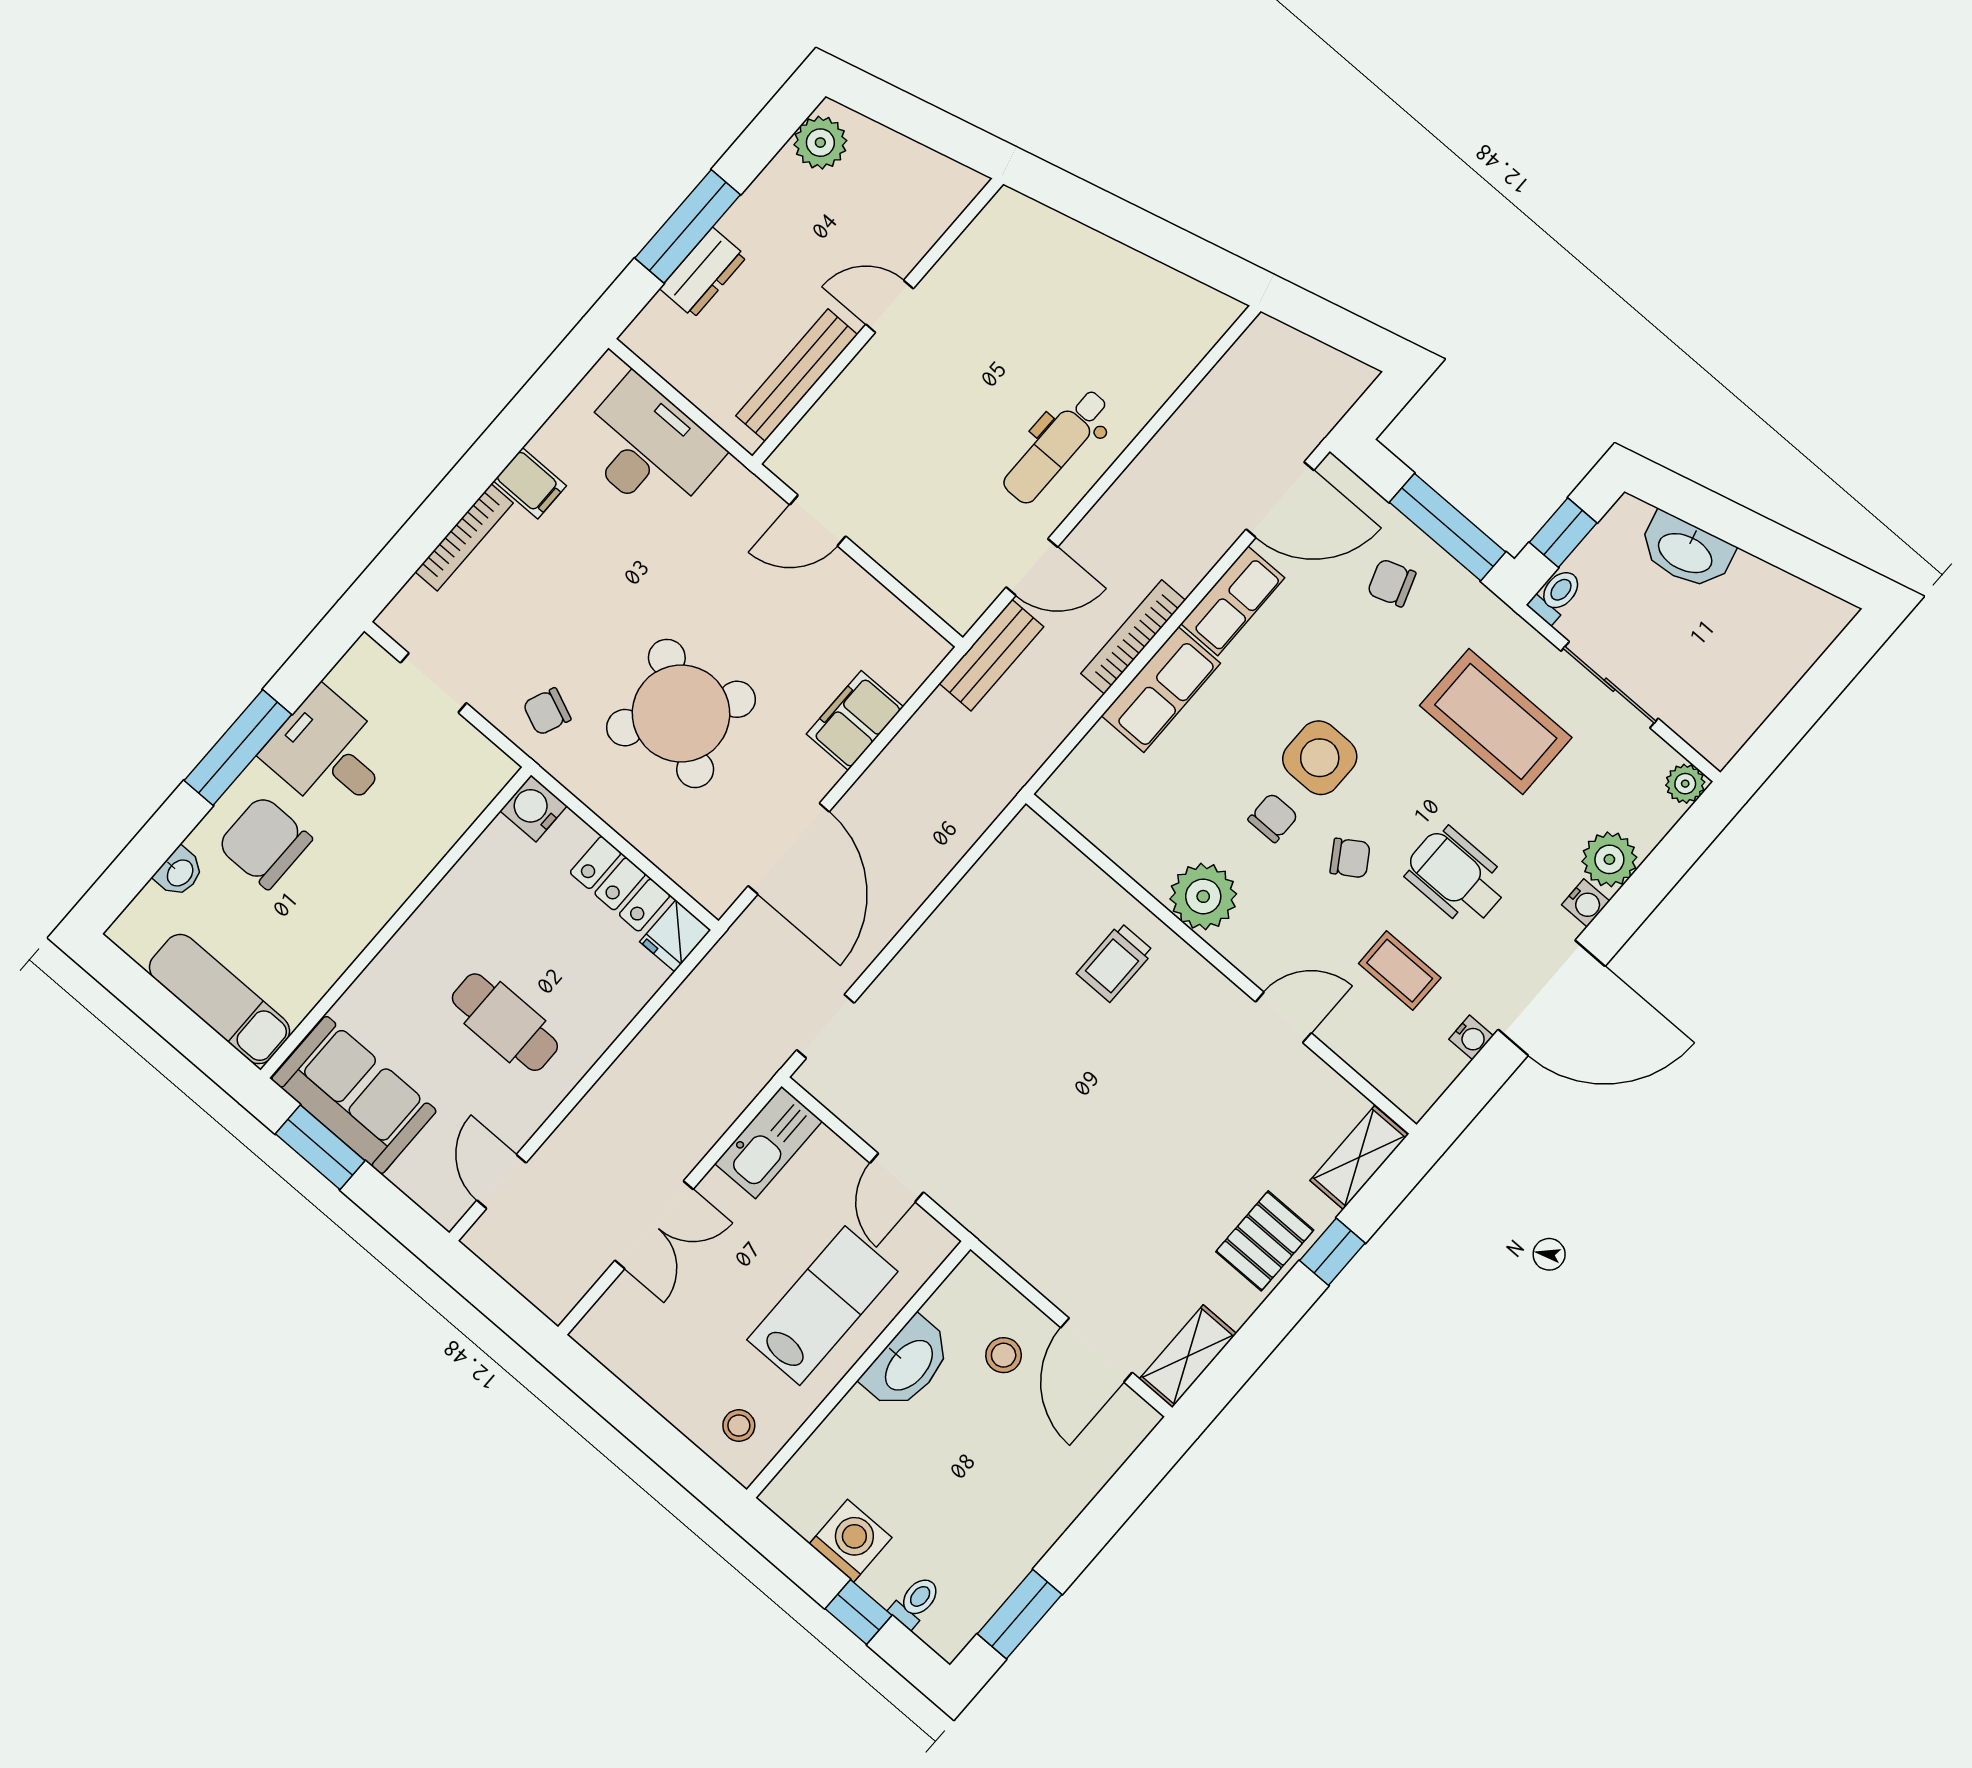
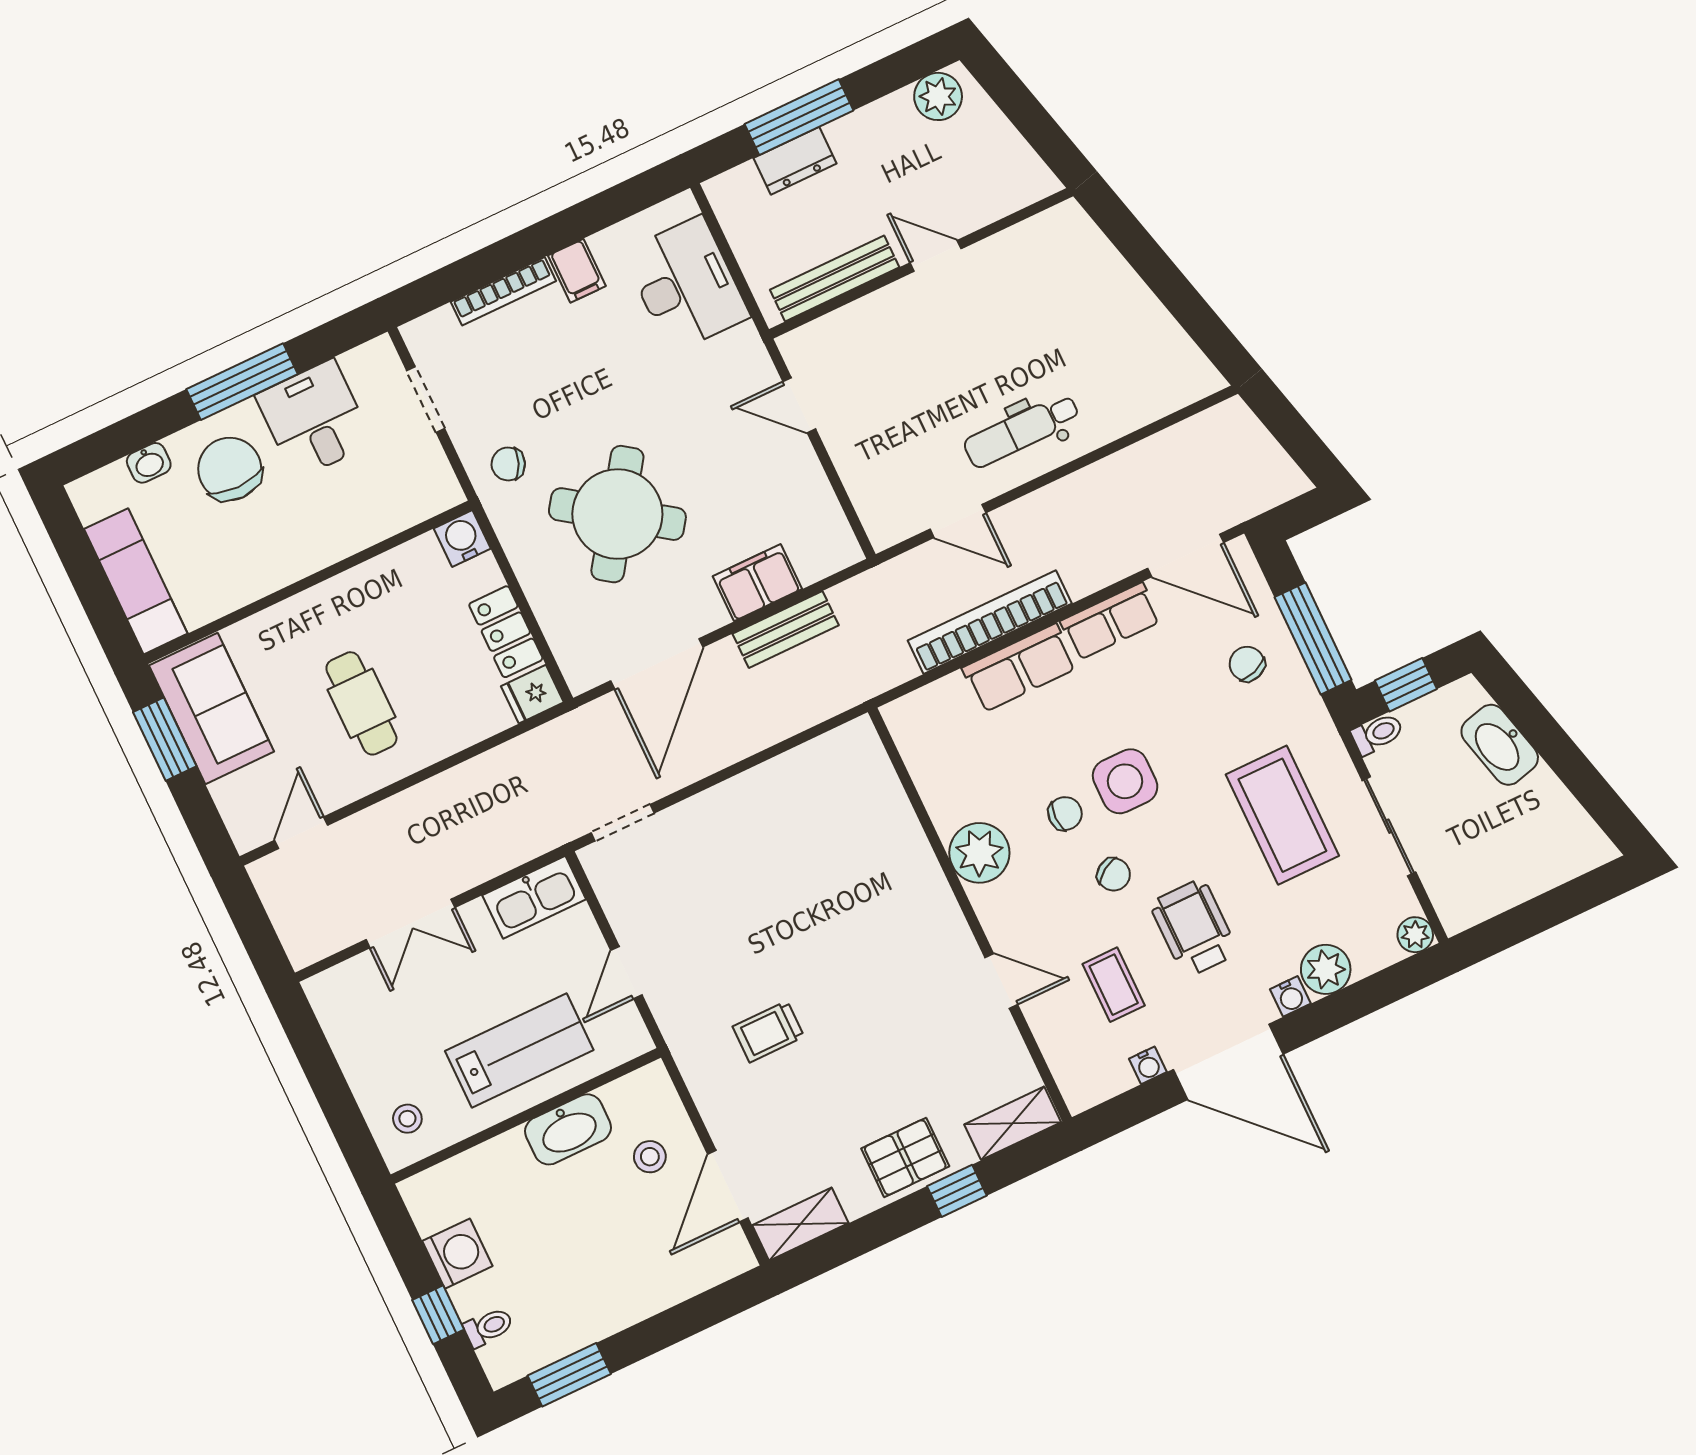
bookcase: (1133, 637) -> (990, 622), width x1.48, depth x1.31
bench: (991, 655) -> (786, 630), moved
trolley: (1115, 962) -> (768, 1032), moved

